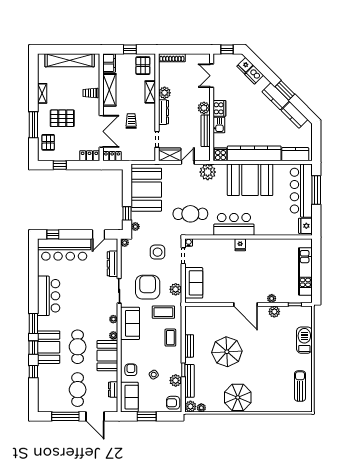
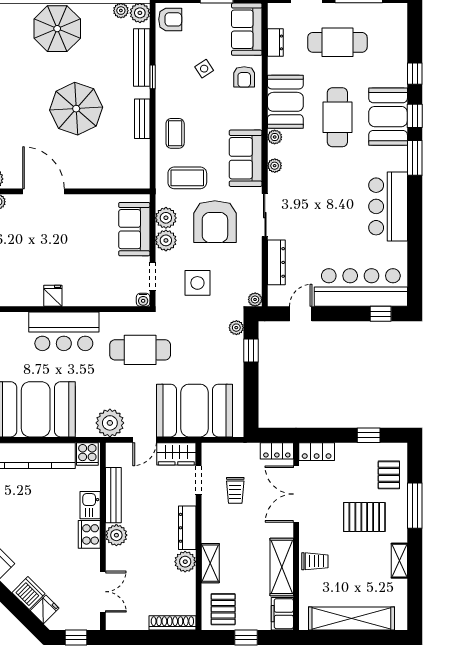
trolley: (131, 121) -> (235, 490), moved
booth: (146, 190) -> (194, 411), moved, turned 90
plant: (176, 380) -> (166, 240), moved
cafe table: (78, 390) -> (337, 42), turned 90

